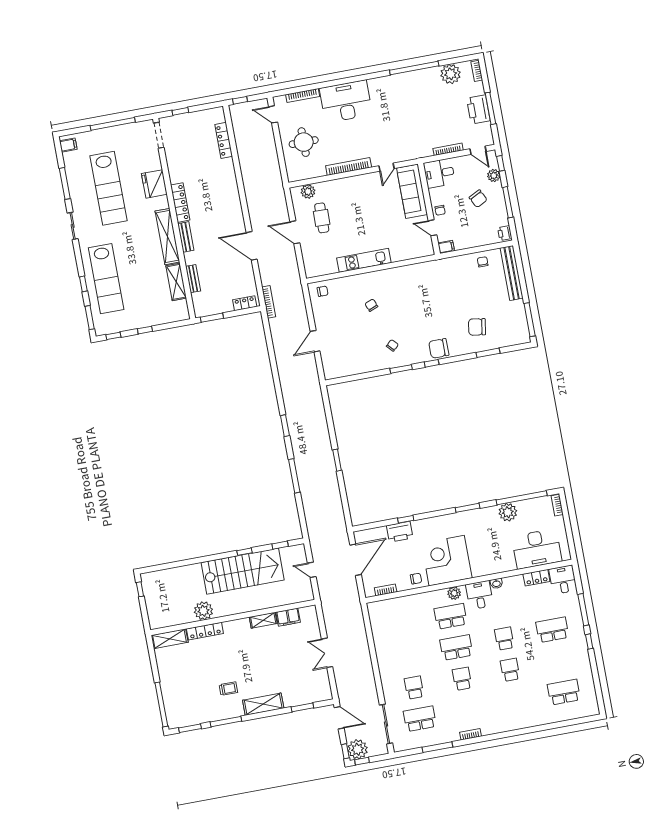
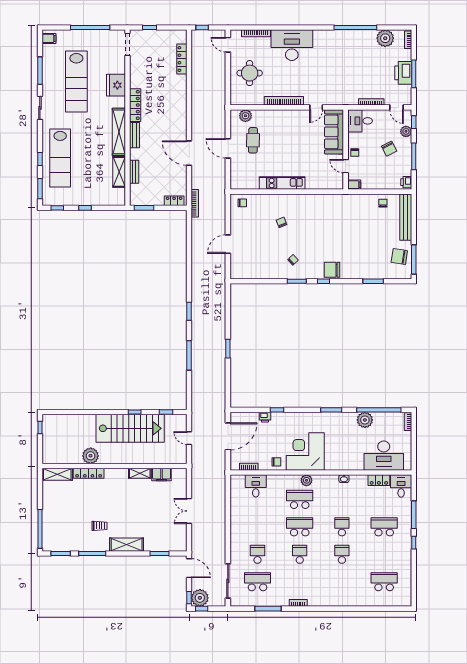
chair: (477, 327) -> (399, 256), moved
printer: (400, 532) -> (265, 417), width x0.53, depth x0.68
desk: (479, 595) -> (256, 486), moved

